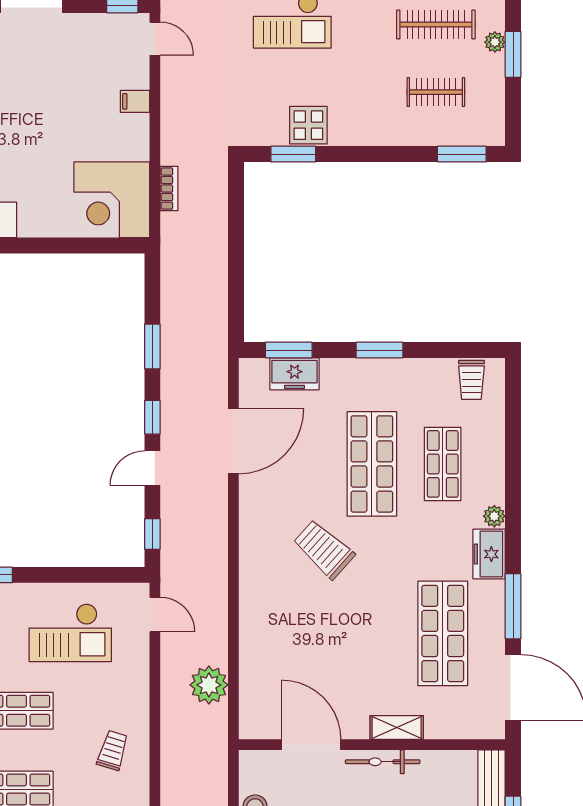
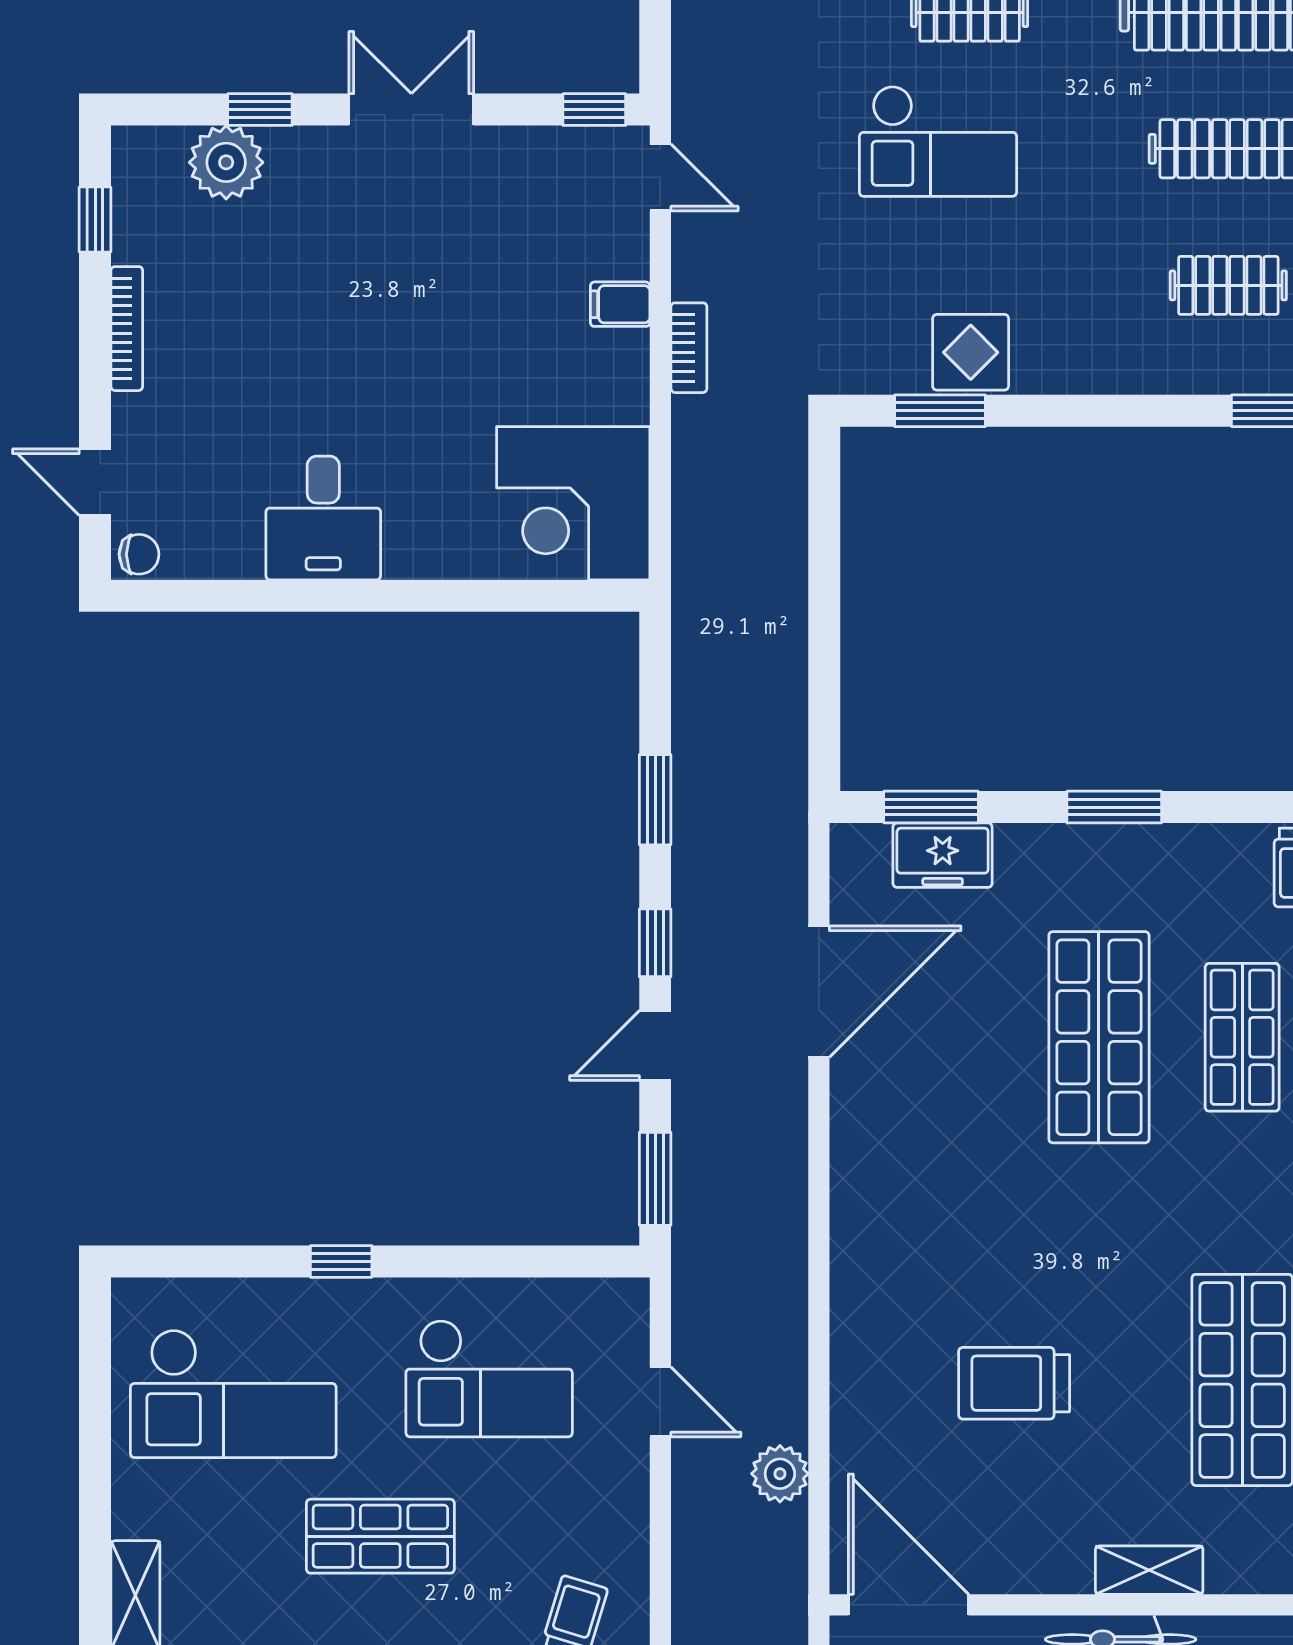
bookcase: (169, 189) -> (689, 348), moved
window: (152, 534) -> (655, 1179), width x1.50
trolley: (324, 549) -> (1014, 1383), moved, turned -42
door: (155, 615) -> (660, 1402), moved
plant: (209, 685) -> (780, 1474), width x0.73, depth x0.73
door: (311, 745) -> (909, 1605), moved

